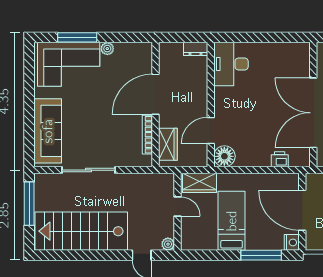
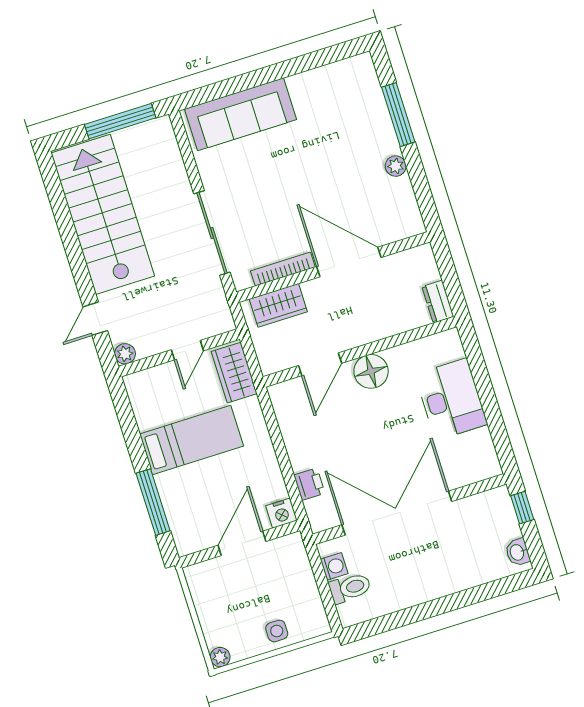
corner sofa: (69, 64) -> (353, 114), removed
desk: (231, 64) -> (451, 399), moved, turned 90
door: (211, 130) -> (320, 364), swing flipped
floor lamp: (224, 156) -> (371, 371), moved
sliding door: (89, 170) -> (212, 233), moved
door: (302, 210) -> (242, 543), width x0.73
nightstand: (292, 242) -> (281, 513), moved

